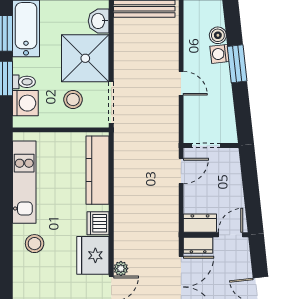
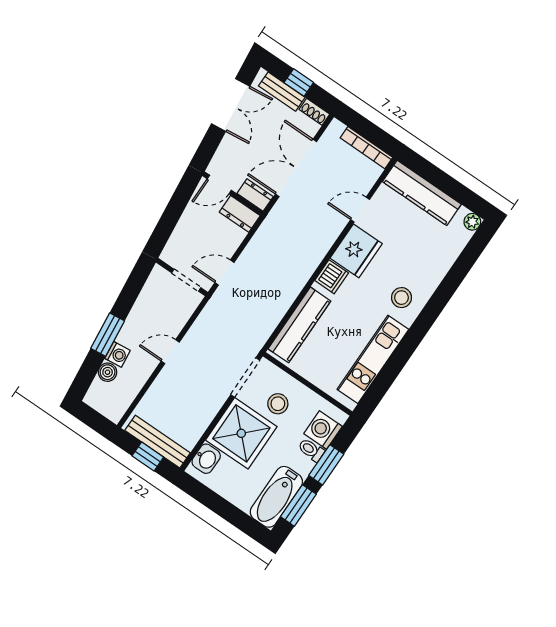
door: (181, 83) -> (170, 352), hinge flipped
plant: (121, 269) -> (339, 222), removed

